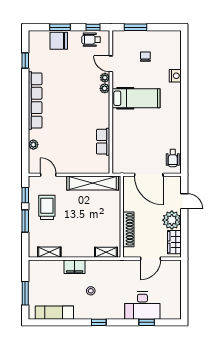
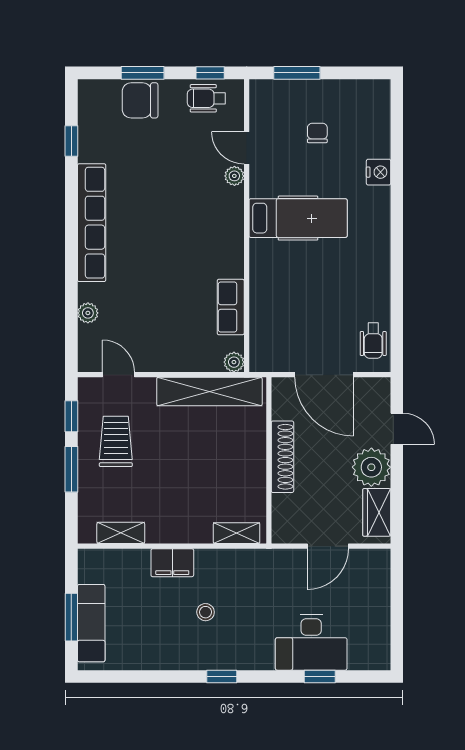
plant: (105, 88) -> (234, 362), moved
shoe rack: (128, 229) -> (282, 457), moved
exam couch: (54, 313) -> (91, 623), moved, turned 90

